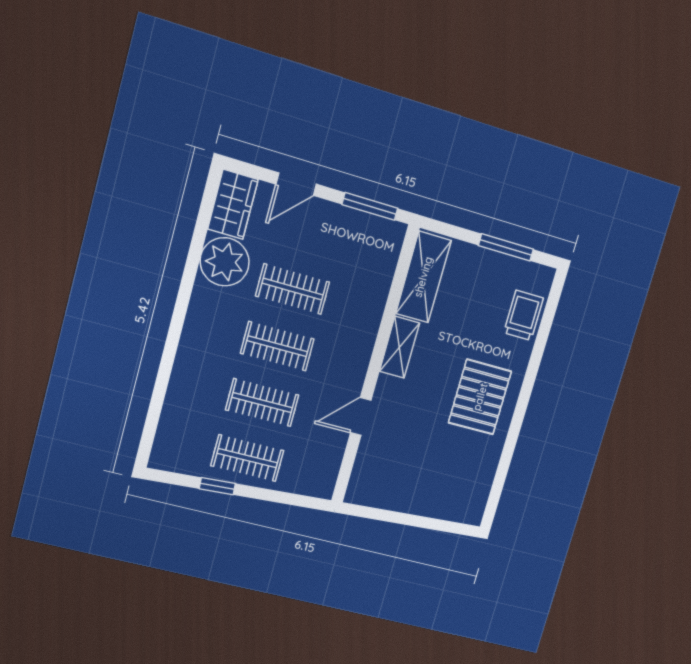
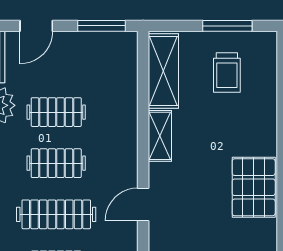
trolley: (524, 315) -> (227, 72), moved, turned 180
pallet: (480, 397) -> (254, 187), moved
clothes rail: (262, 402) -> (56, 214), width x1.36

